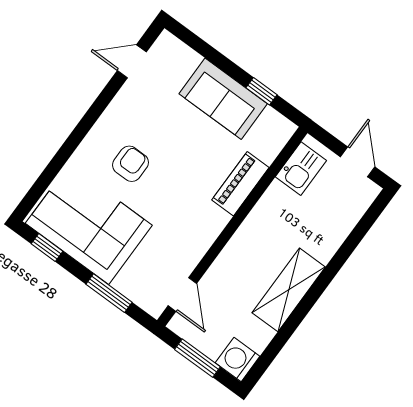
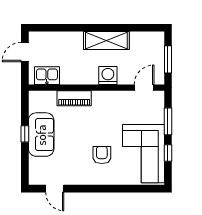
window: (262, 91) -> (25, 134), moved
armchair: (130, 164) -> (102, 155), turned 90
window: (47, 248) -> (168, 153), moved
washing machine: (238, 360) -> (108, 76), moved, turned 180

